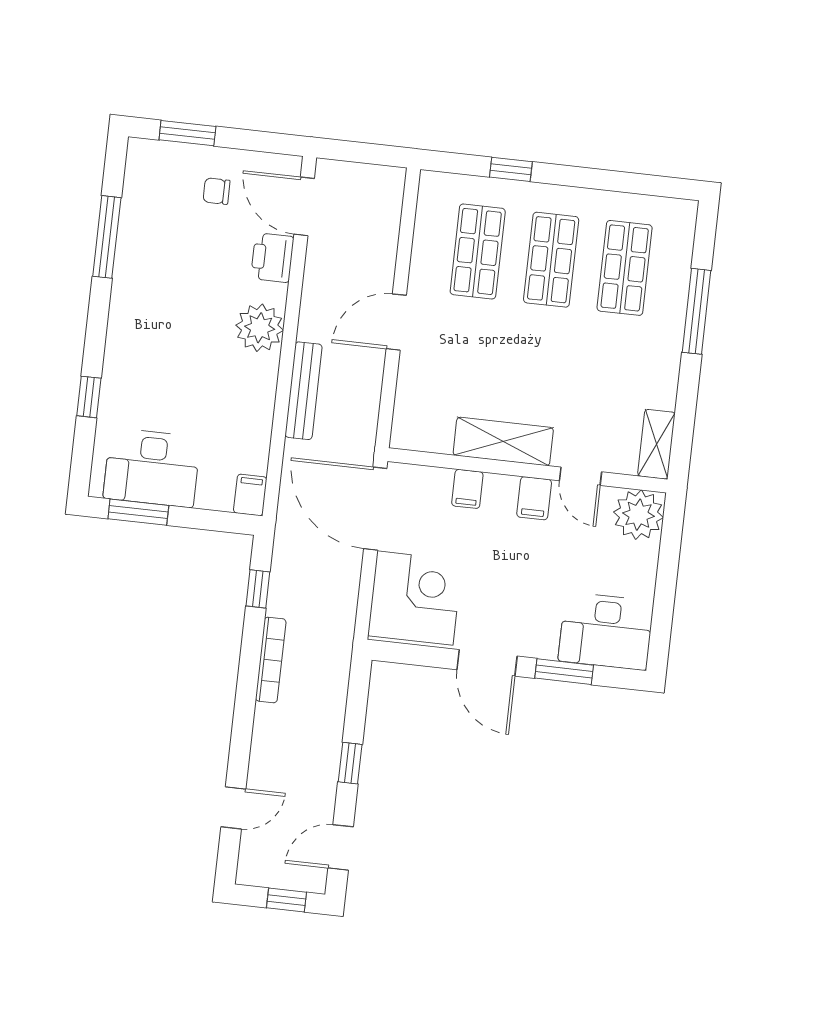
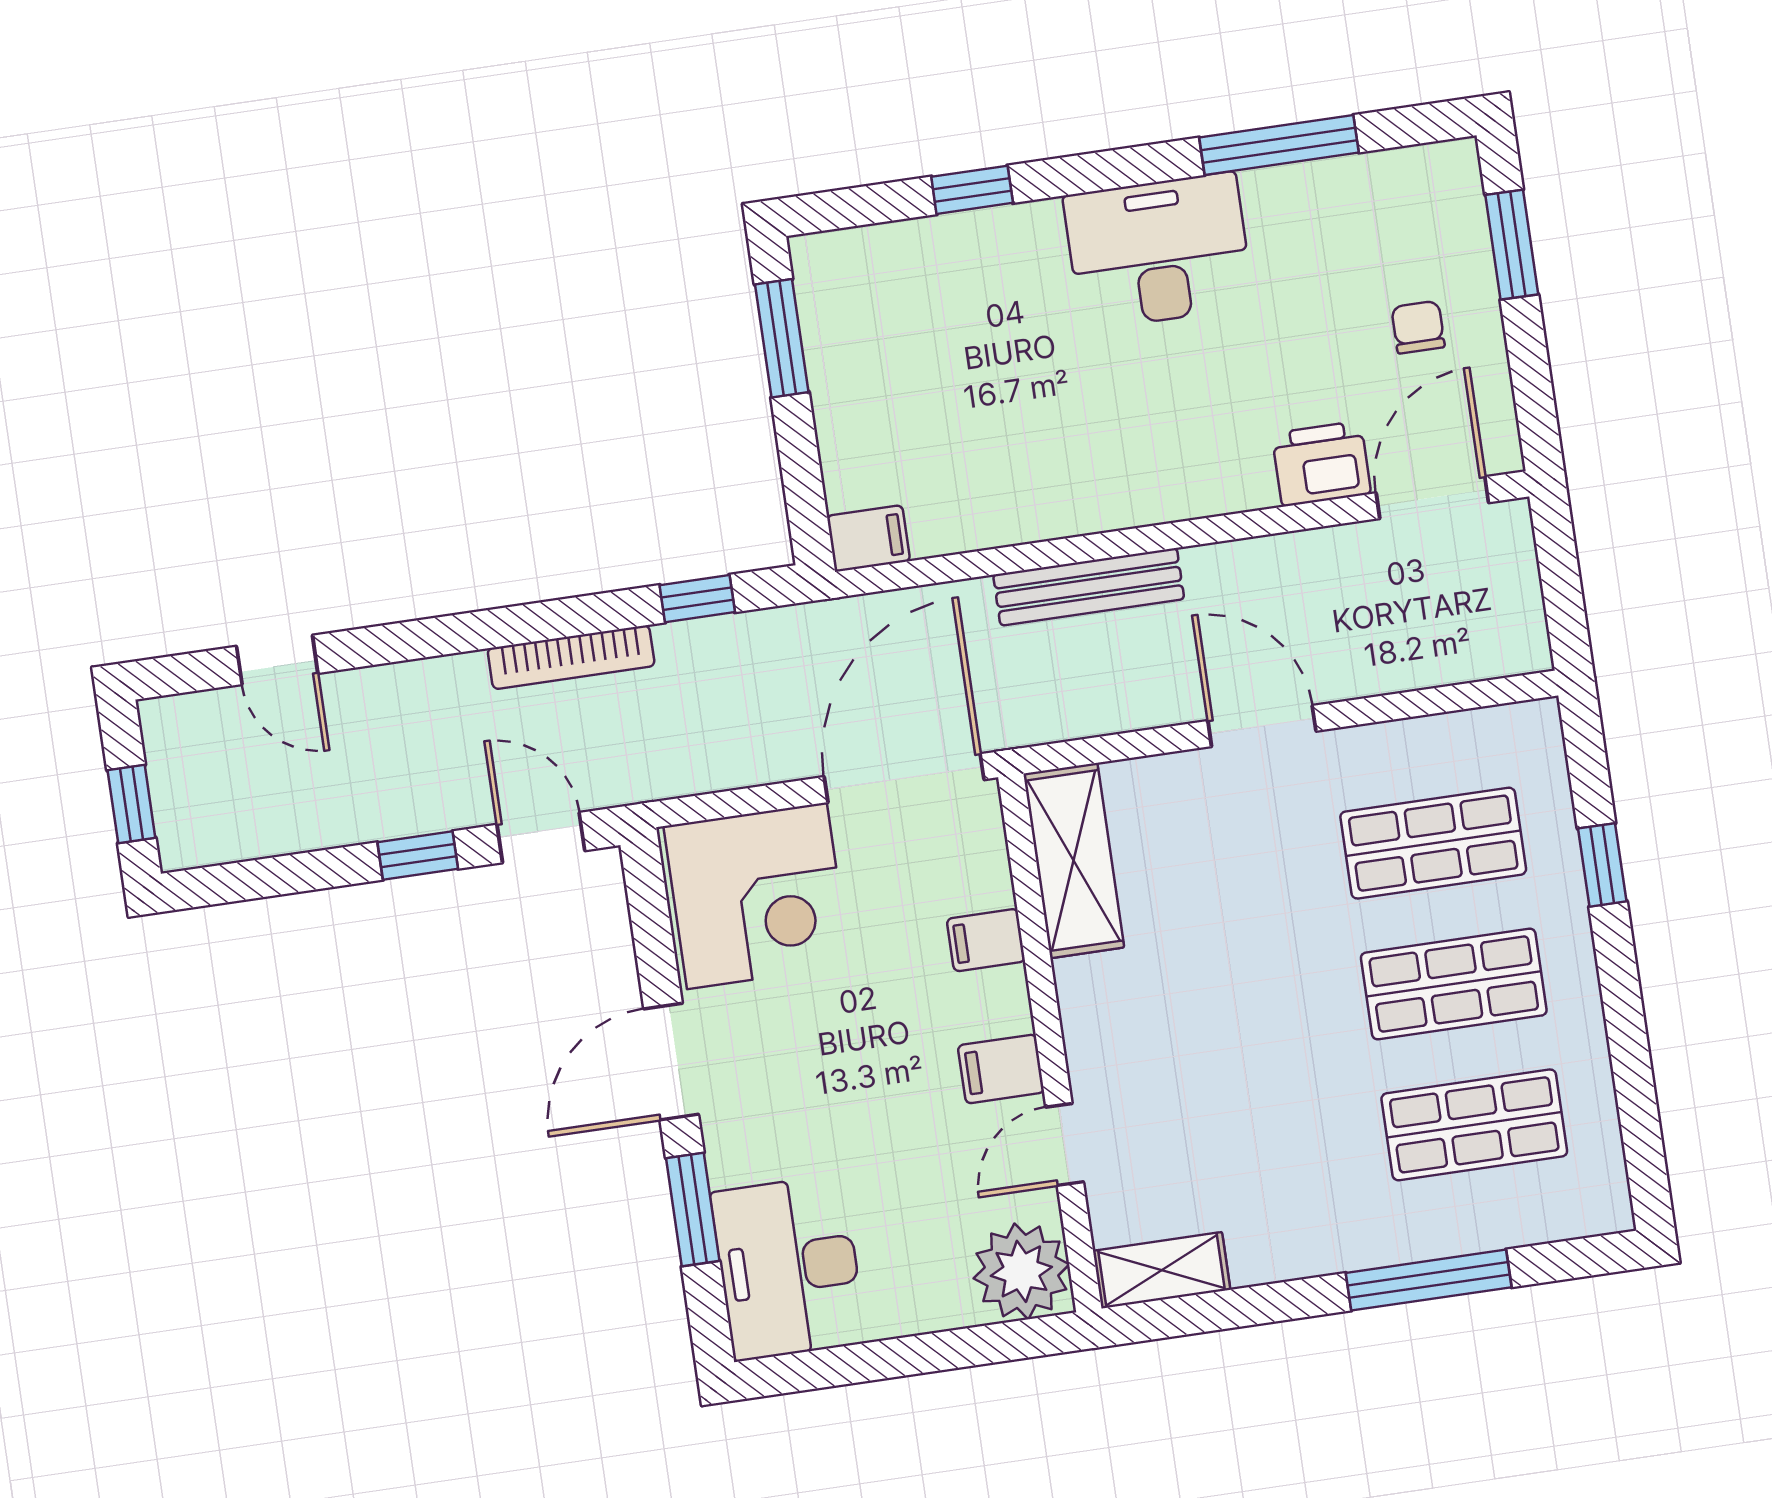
plant: (260, 328) -> (1185, 474), removed
shelving: (503, 442) -> (1074, 861), moved
desk: (152, 468) -> (1159, 251), moved, turned 90
door: (341, 847) -> (541, 838), moved

